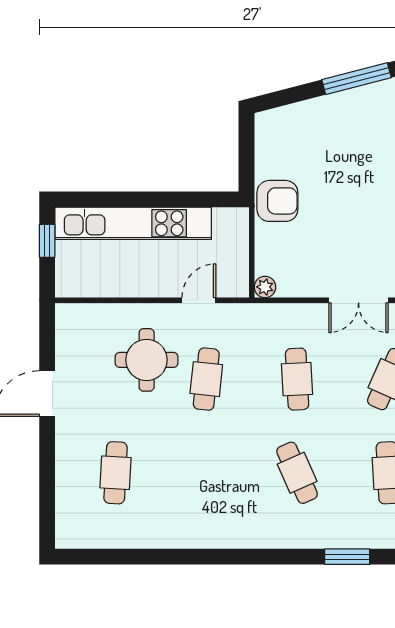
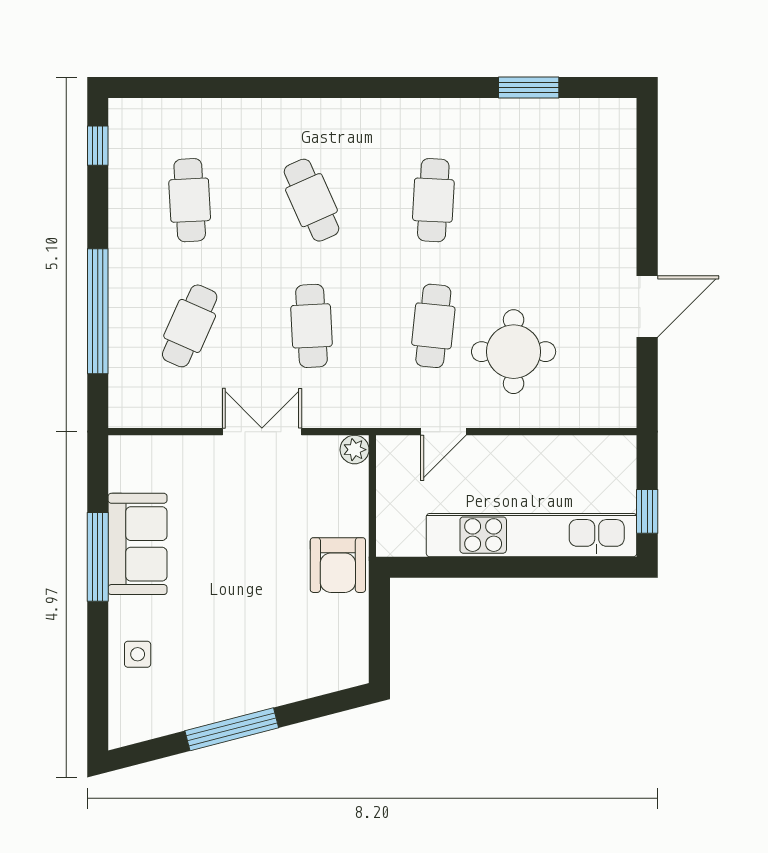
armchair: (277, 201) -> (338, 565), turned -90
double door: (359, 300) -> (262, 432), moved
cafe table: (116, 473) -> (433, 200), moved
window: (347, 557) -> (529, 87), moved

